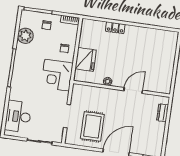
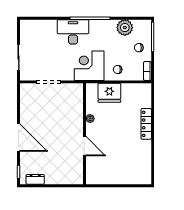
locker: (115, 28) -> (146, 124), width x1.53
dresser: (163, 113) -> (35, 179), moved
desk: (18, 116) -> (73, 32), moved
rug: (92, 126) -> (42, 109), removed

